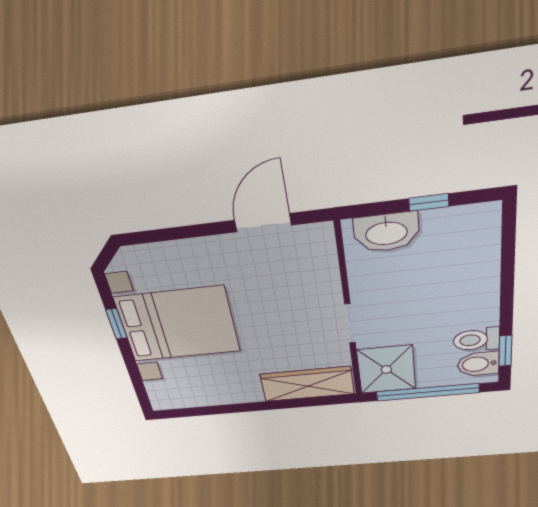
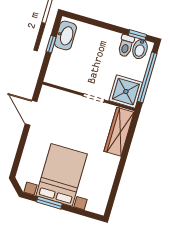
washbasin: (386, 232) -> (66, 35), moved
window: (116, 324) -> (49, 203), width x1.50

